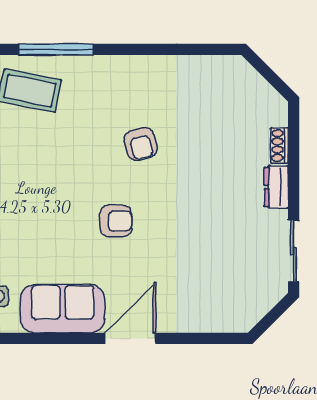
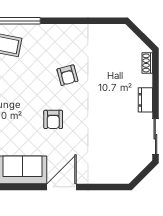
shoe rack: (279, 146) -> (147, 63), moved
armchair: (116, 221) -> (53, 119), turned 90

